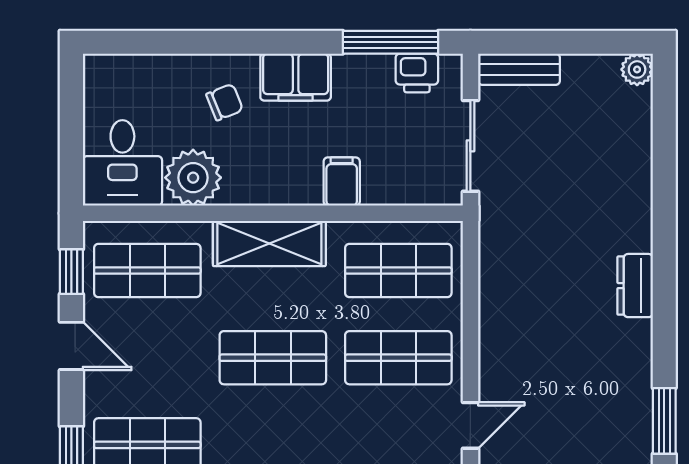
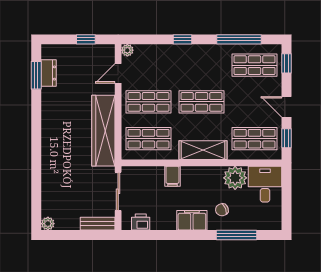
window: (390, 42) -> (237, 235), moved
dresser: (635, 286) -> (49, 73), moved
wardrobe: (505, 289) -> (103, 131), added

